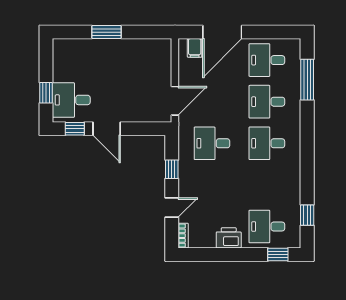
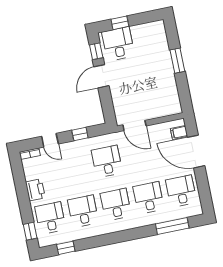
desk: (267, 185) -> (83, 211), added

